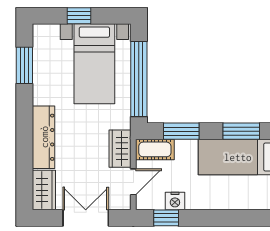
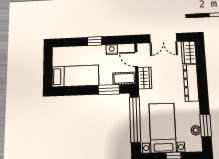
plant: (41, 58) -> (196, 130), added
window: (241, 131) -> (74, 91), removed
door: (133, 182) -> (136, 59), hinge flipped
window: (166, 218) -> (95, 41), moved

